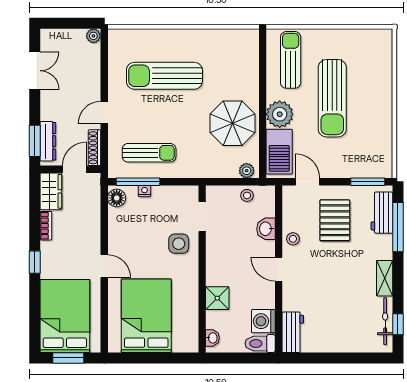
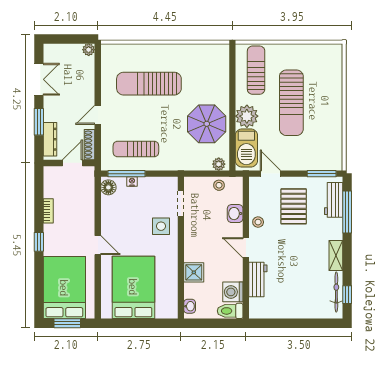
window: (35, 141) -> (39, 122), moved
sun lounger: (149, 153) -> (136, 149), turned 180
wardrobe: (51, 191) -> (52, 182), removed
workbench: (293, 332) -> (258, 279), moved

